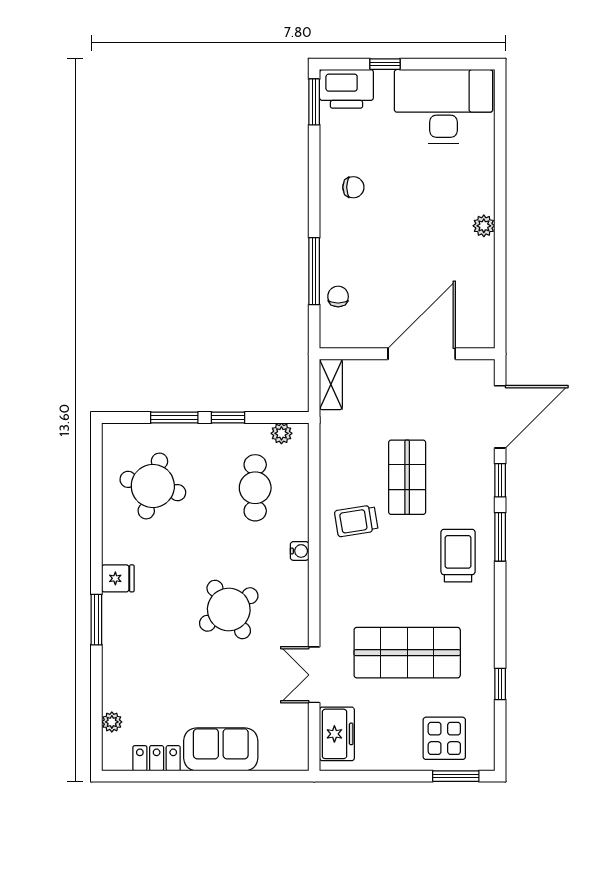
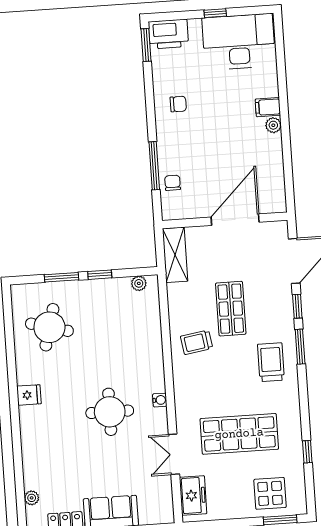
window: (385, 64) -> (215, 13), moved
filing cabinet: (478, 200) -> (268, 107), added
shelving: (331, 384) -> (175, 255), width x1.50, depth x1.33
cafe table: (255, 488) -> (123, 324), removed
water cooler: (300, 551) -> (160, 400), moved
round table: (229, 609) -> (110, 412), turned 33
window: (96, 620) -> (16, 425), removed

